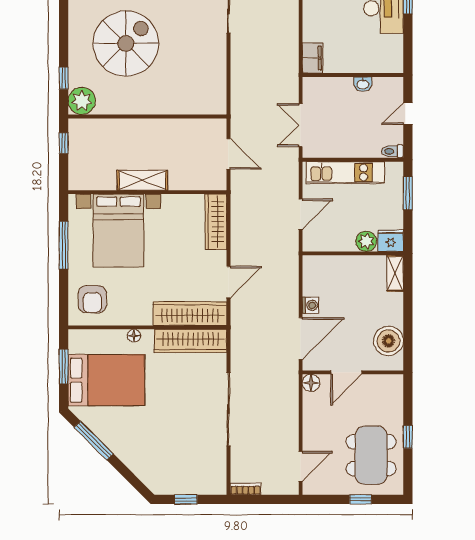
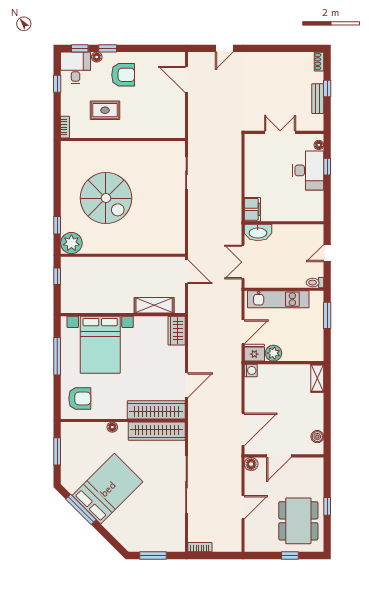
spiral stairs: (126, 43) -> (106, 198), turned 90
washbasin: (363, 84) -> (258, 232), moved, width x1.91, depth x1.45
door: (228, 154) -> (186, 272), moved
shelving: (142, 180) -> (154, 305), moved
wardrobe: (216, 222) -> (177, 331), width x0.67
plant: (366, 241) -> (273, 353), moved
fridge: (391, 241) -> (254, 353), moved
armchair: (92, 299) -> (80, 399), turned -90
washing machine: (311, 305) -> (251, 370), moved
boiler: (388, 341) -> (317, 437), width x0.54, depth x0.54
bed: (106, 380) -> (108, 489), moved, turned -45
door: (301, 466) -> (243, 507), moved
window: (186, 499) -> (153, 555), width x1.50

